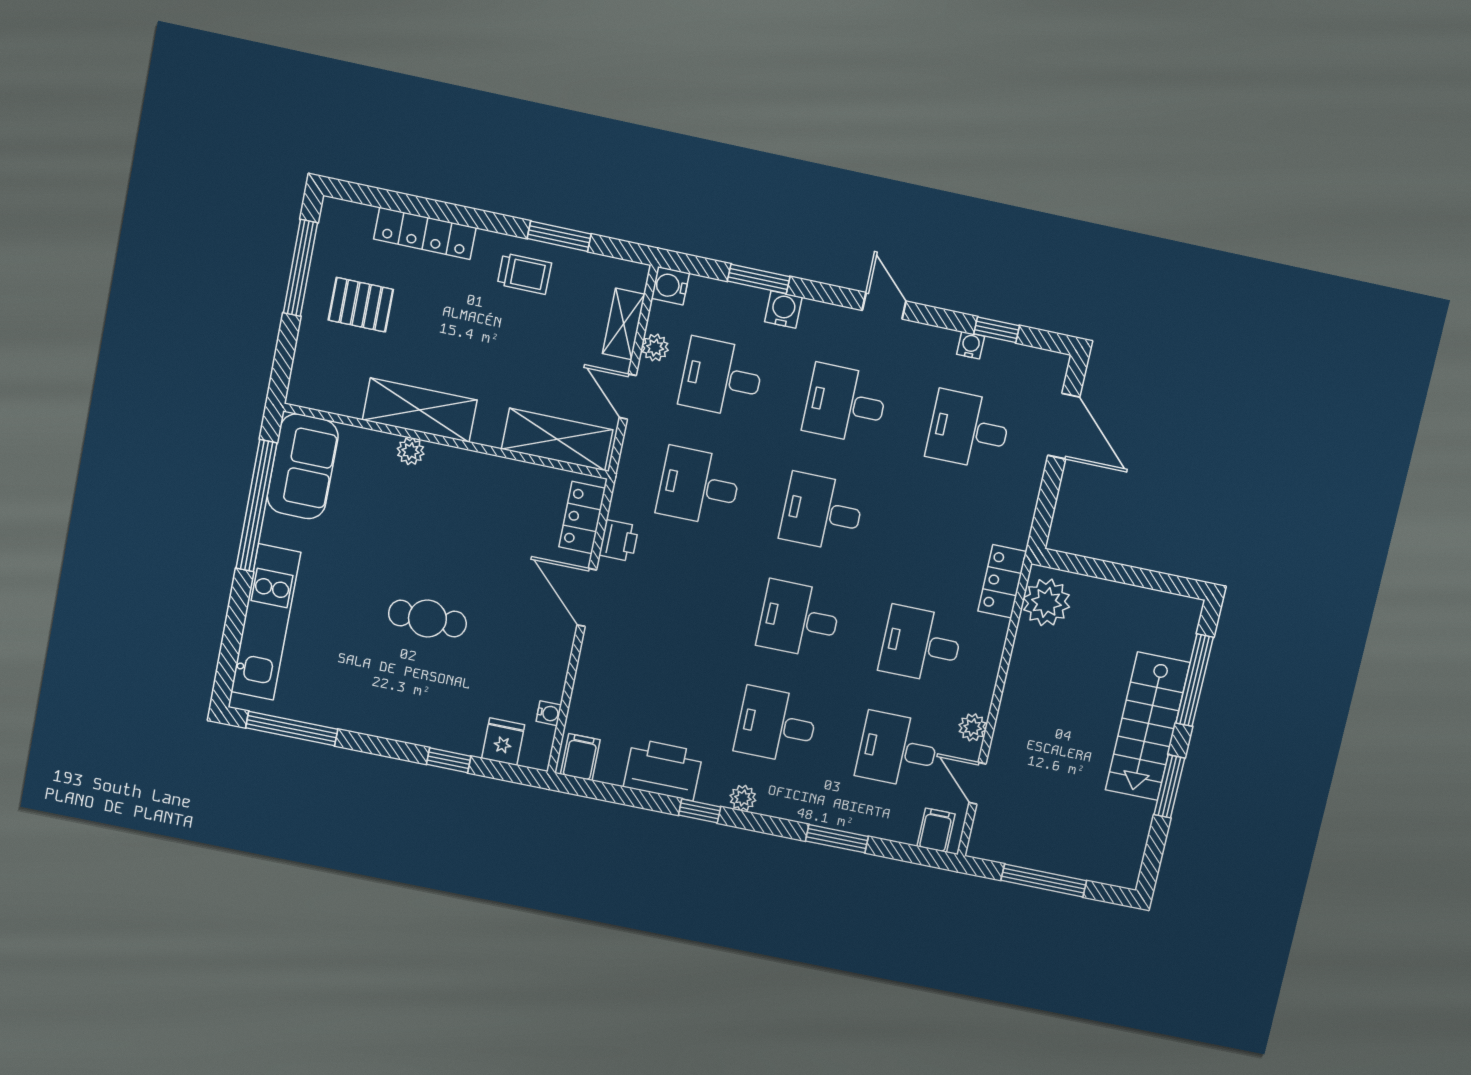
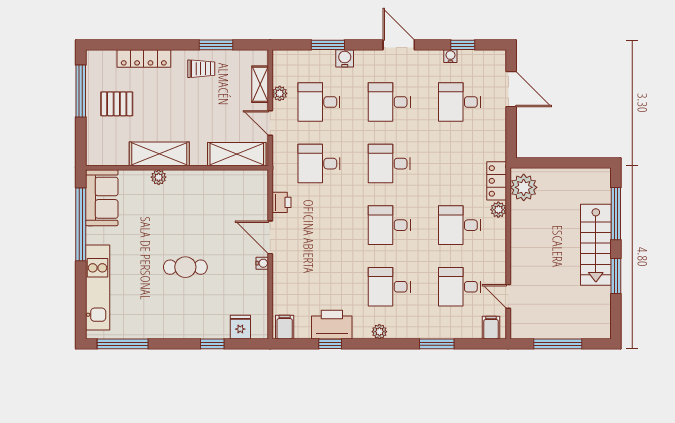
water cooler: (670, 286) -> (281, 59), removed
door: (884, 306) -> (399, 45), width x1.38
locker: (582, 518) -> (259, 194), removed
water cooler: (549, 713) -> (262, 263), moved
plant: (973, 727) -> (498, 210), moved
window: (700, 811) -> (330, 344), moved

